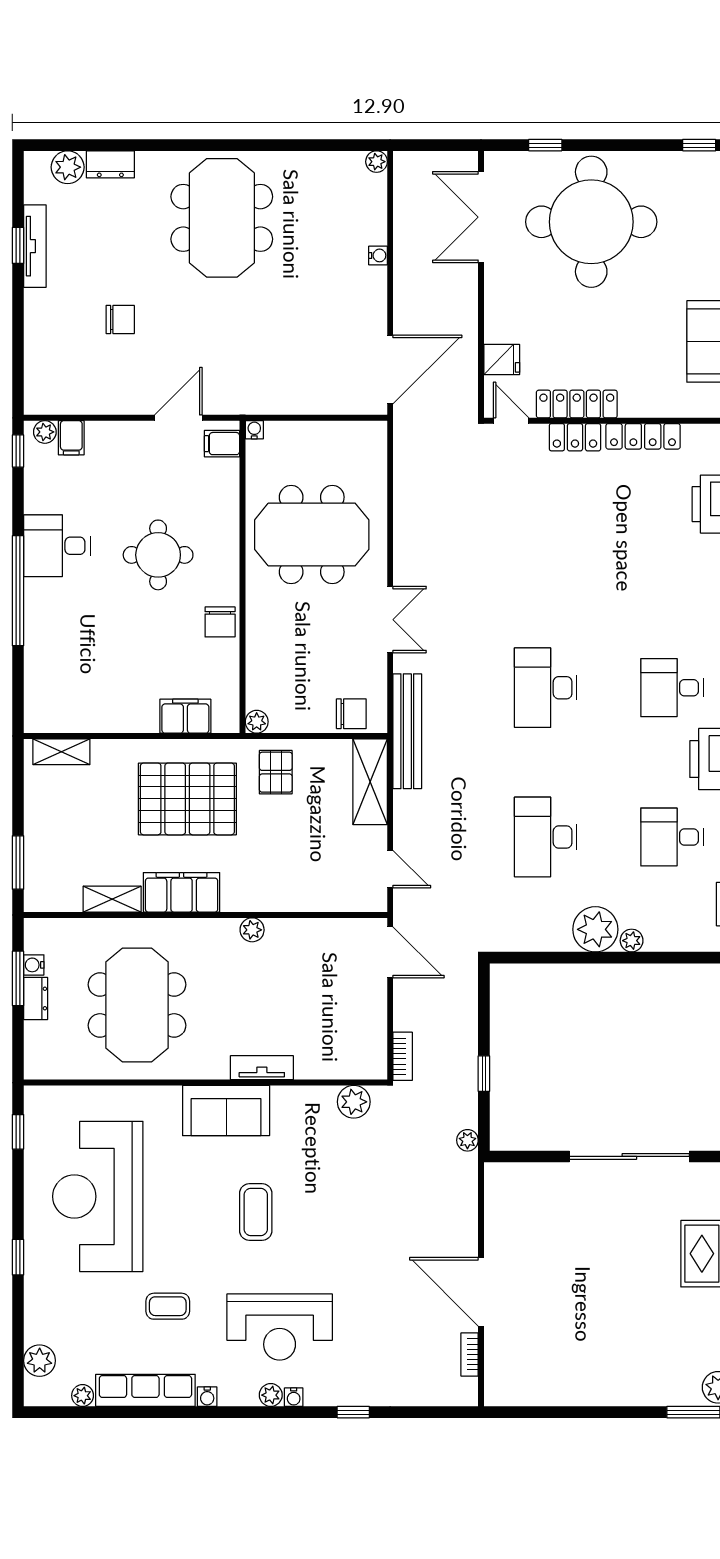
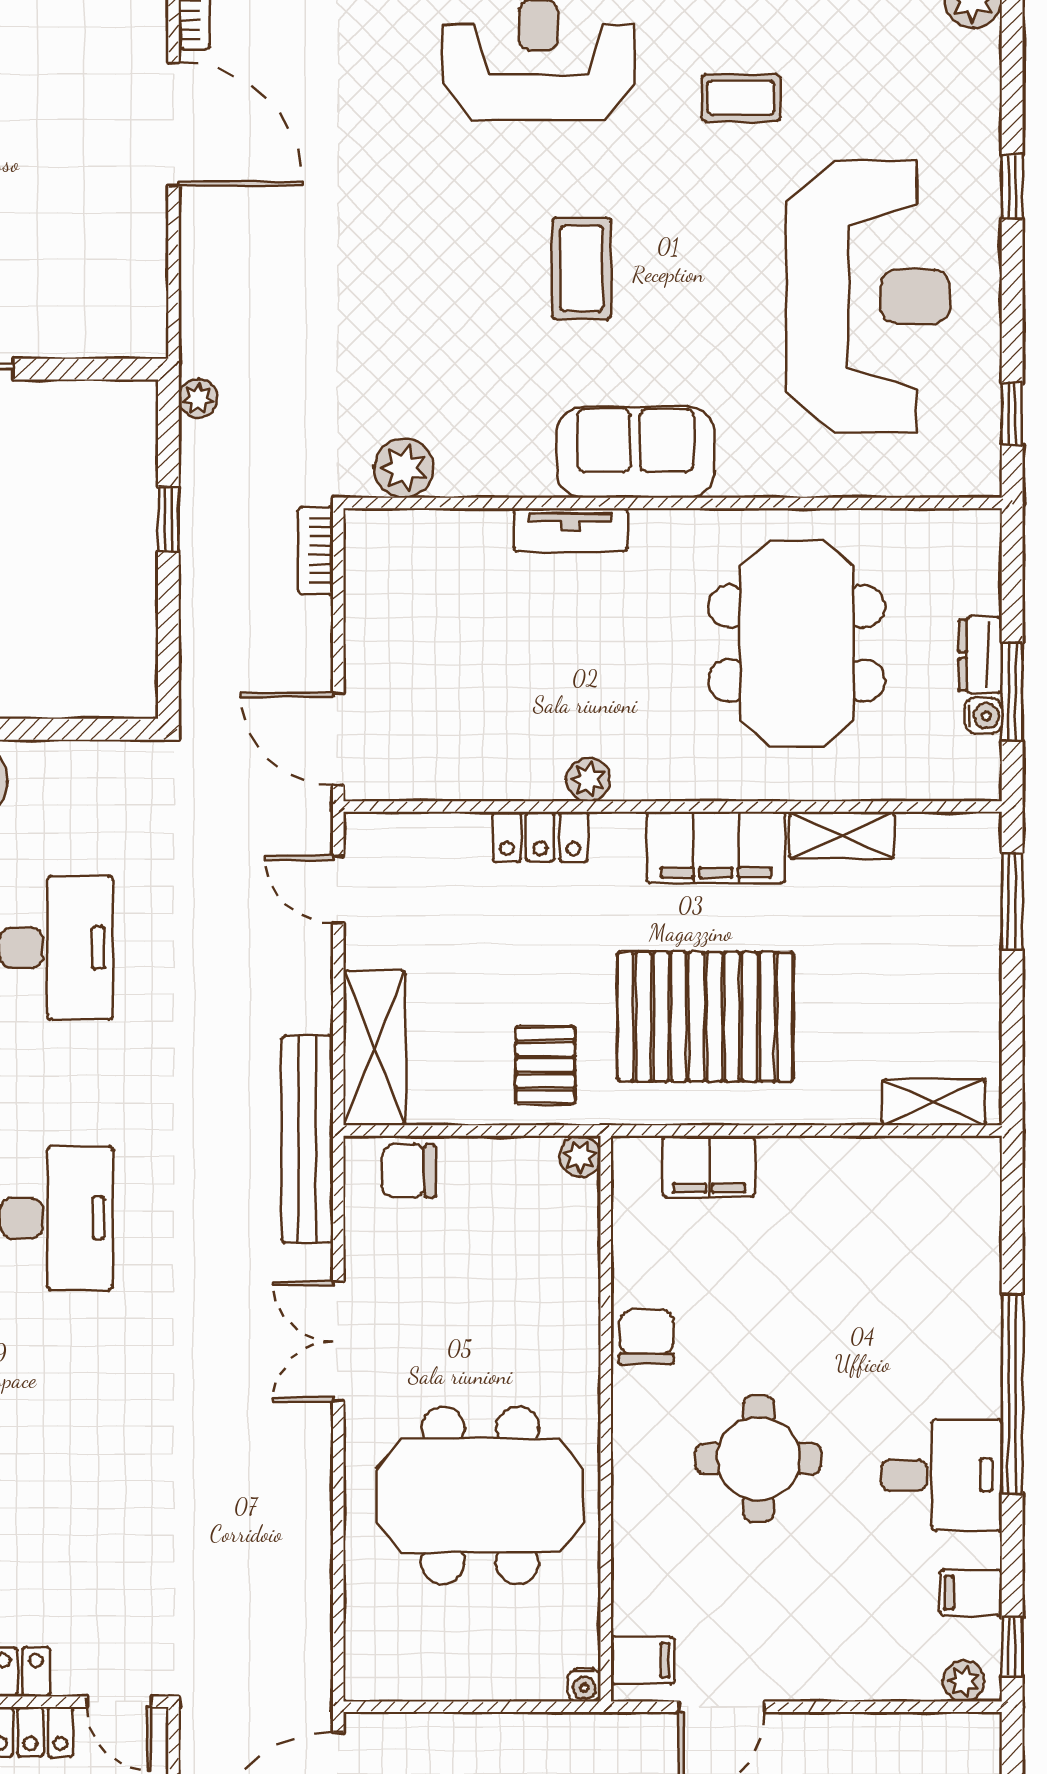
filing cabinet: (71, 438) -> (971, 1593), moved, turned -90
locker: (279, 898) -> (540, 837), added

